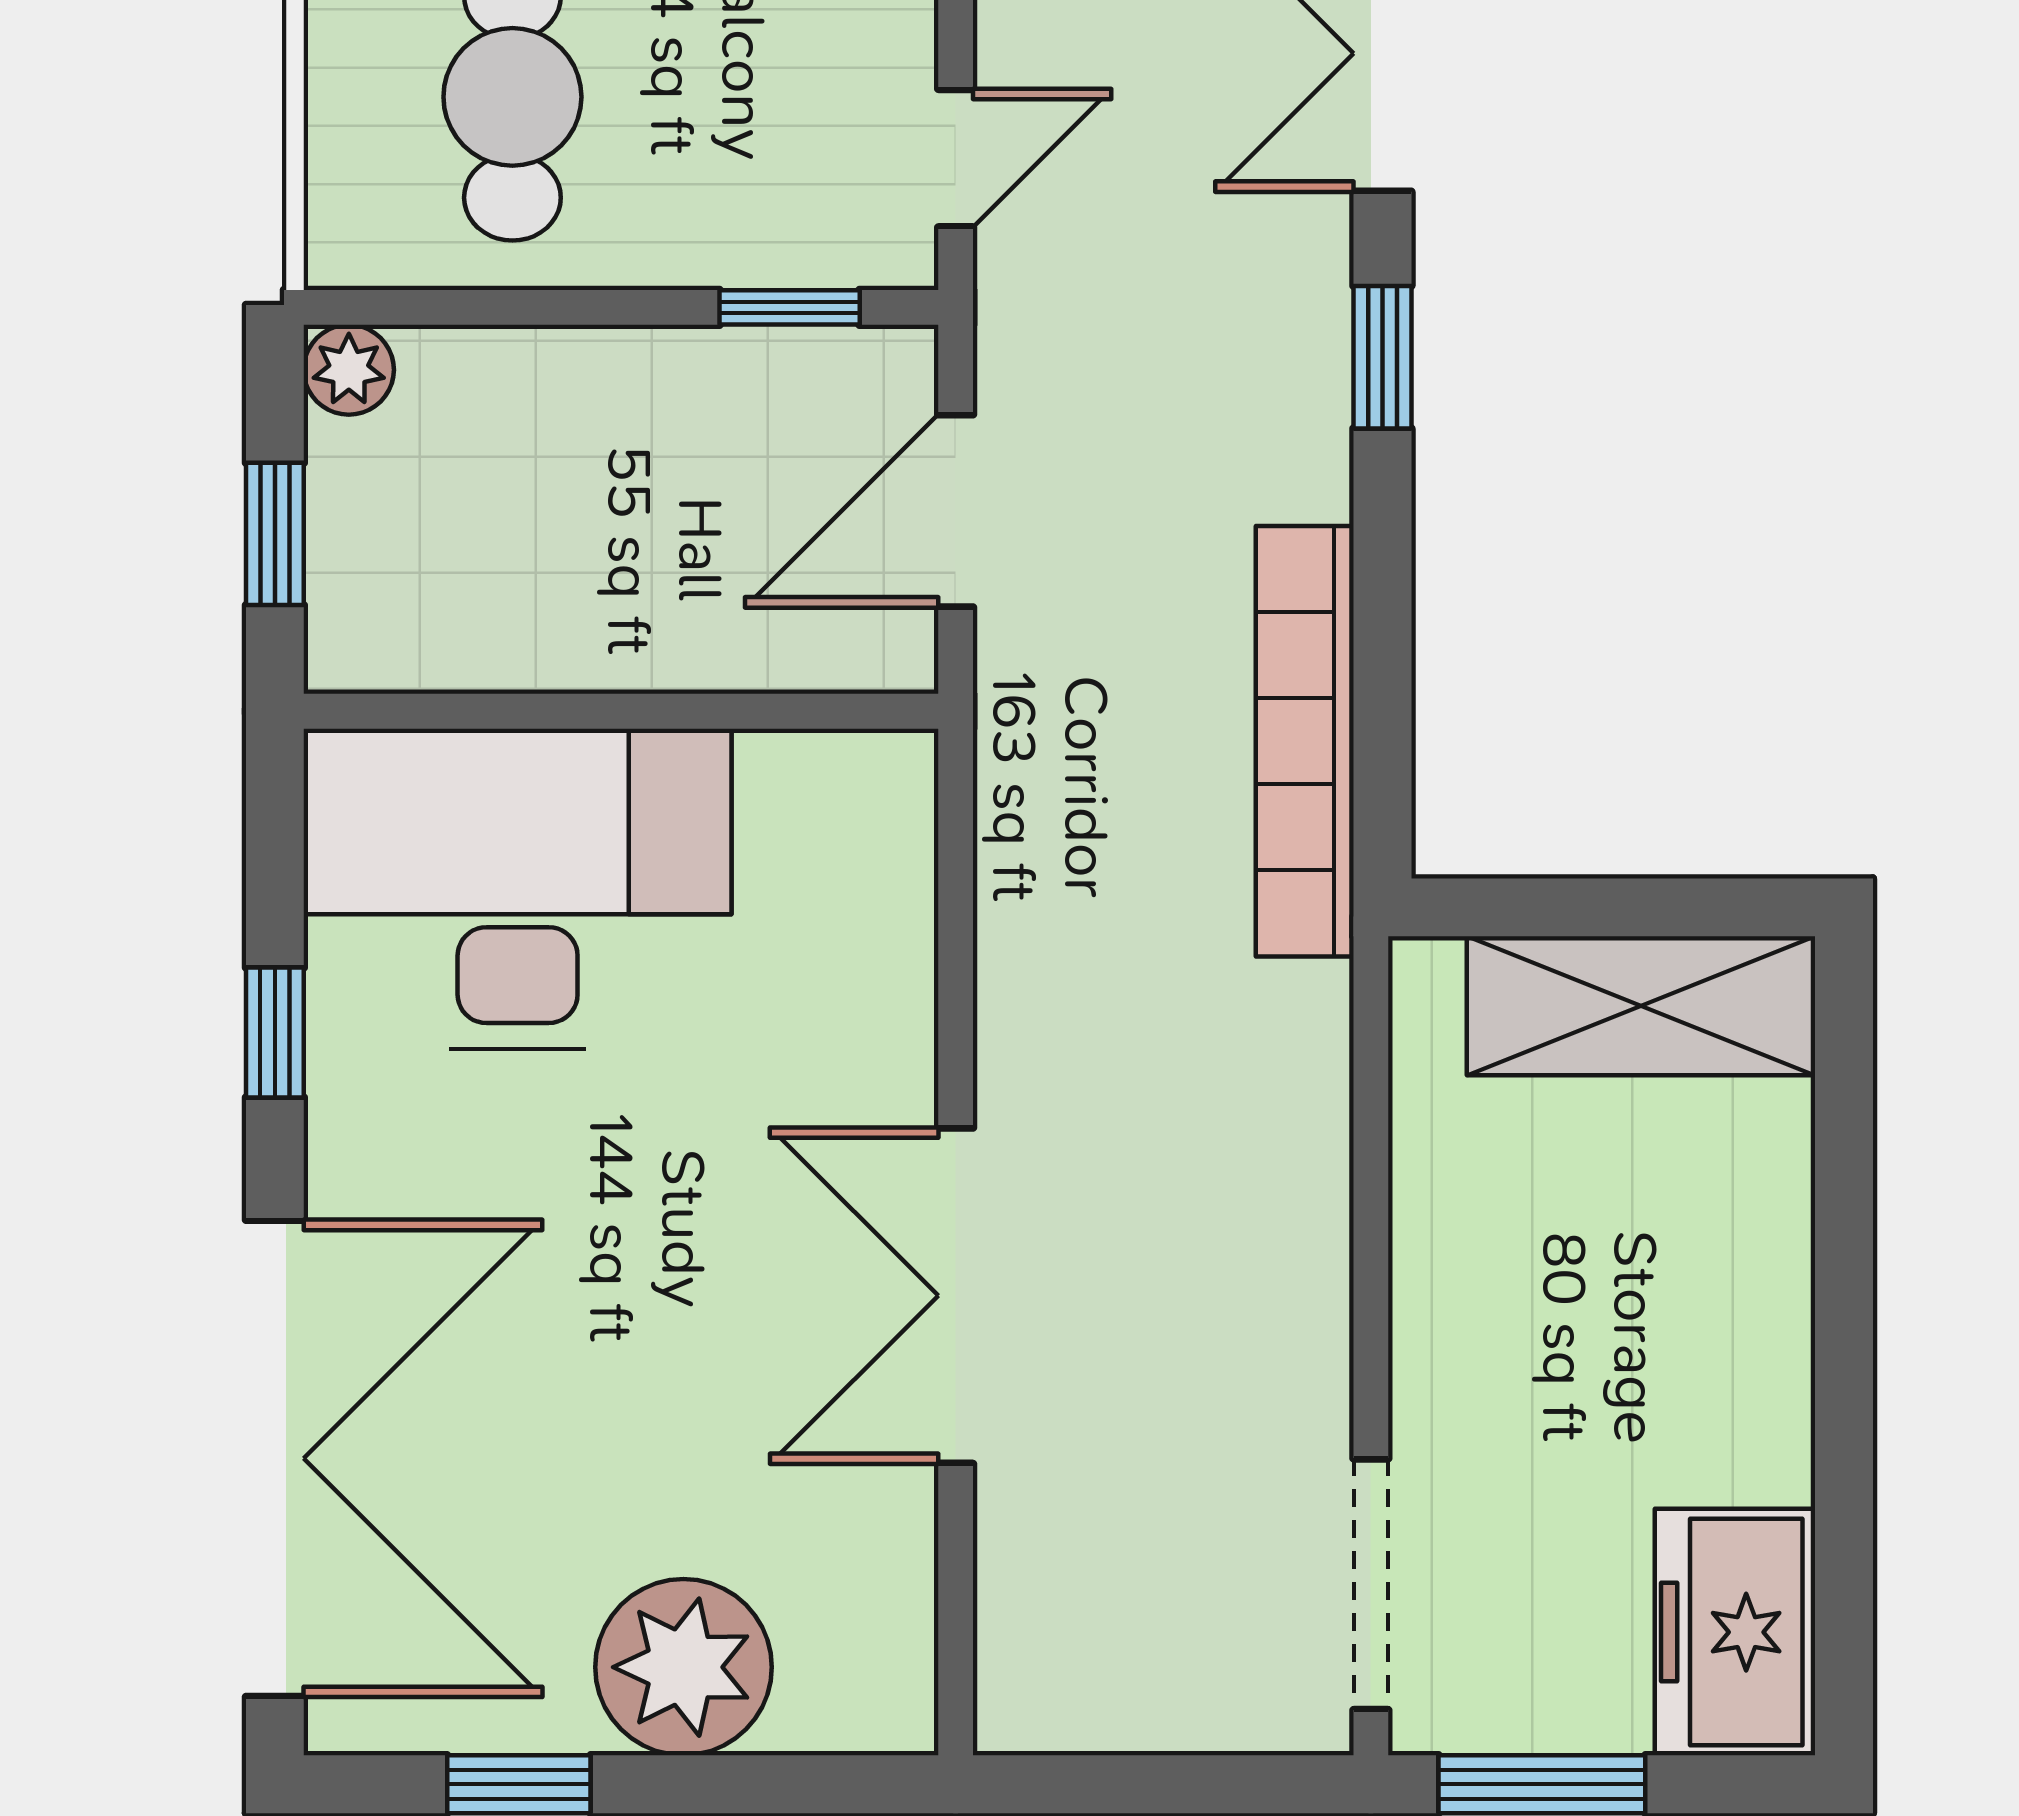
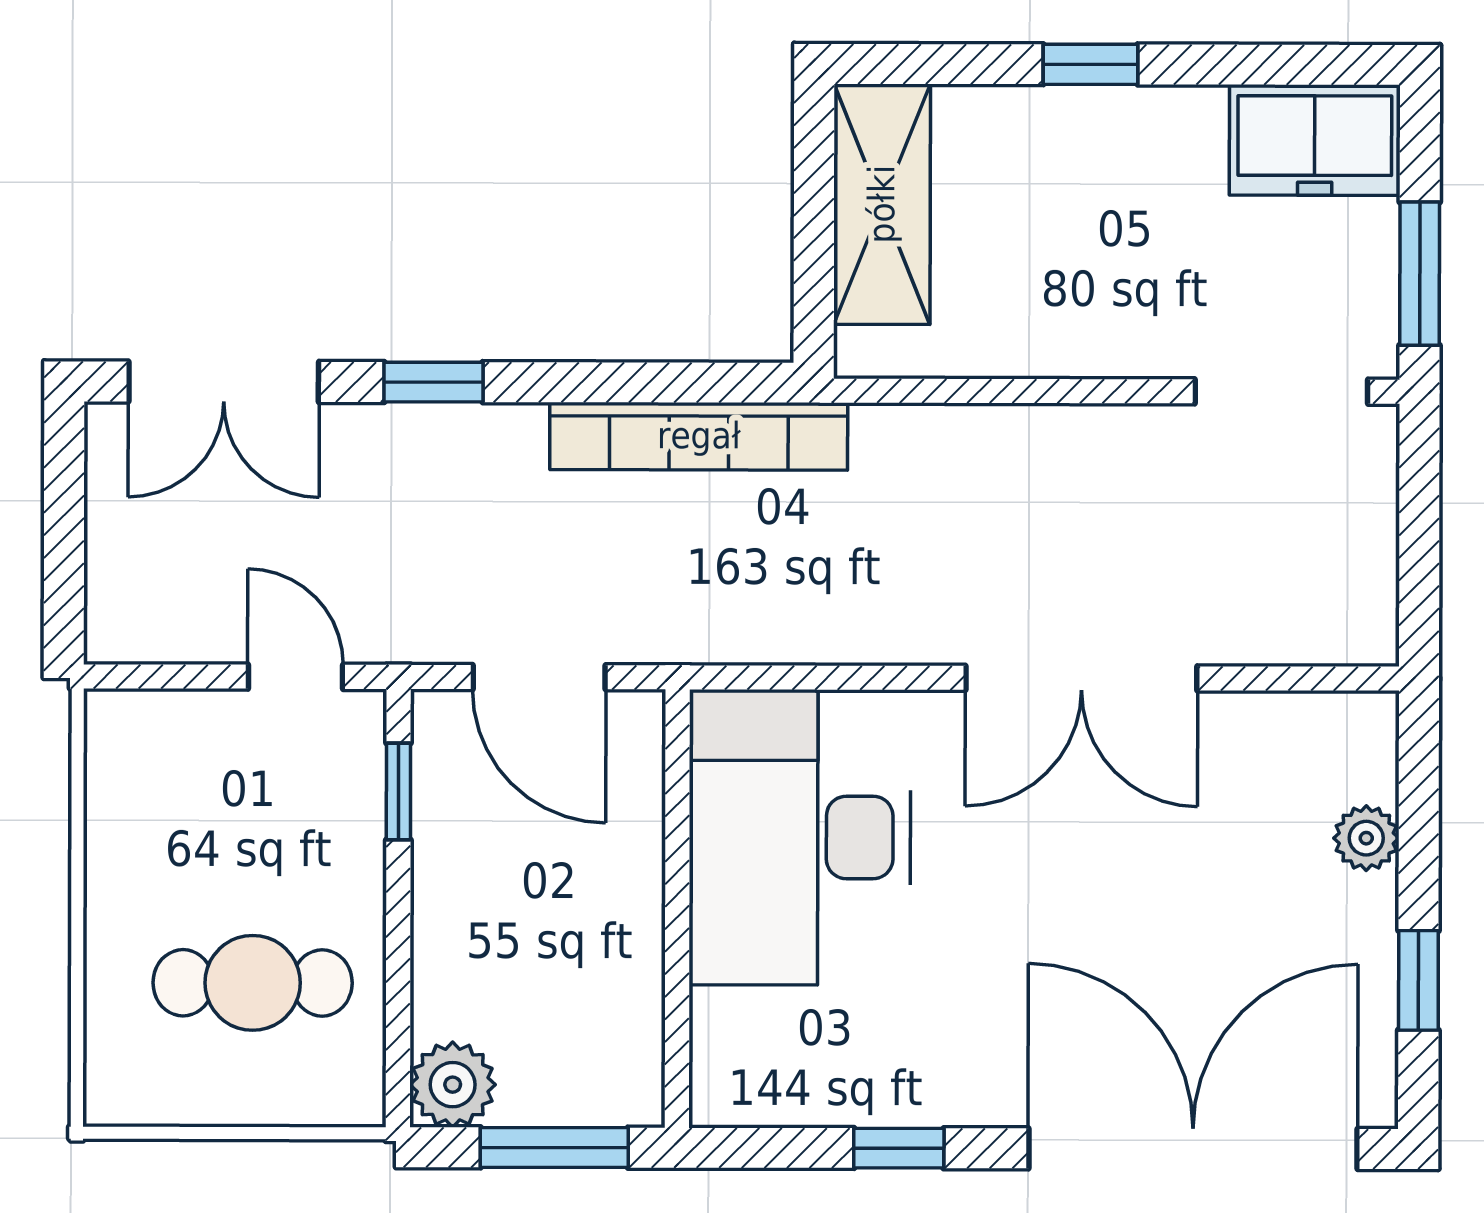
plant: (349, 370) -> (453, 1085), width x1.38, depth x1.38
window: (275, 534) -> (554, 1148), width x1.50
desk: (518, 889) -> (800, 837), moved
window: (1844, 1307) -> (1090, 64), added
plant: (683, 1667) -> (1366, 838), width x0.53, depth x0.53

